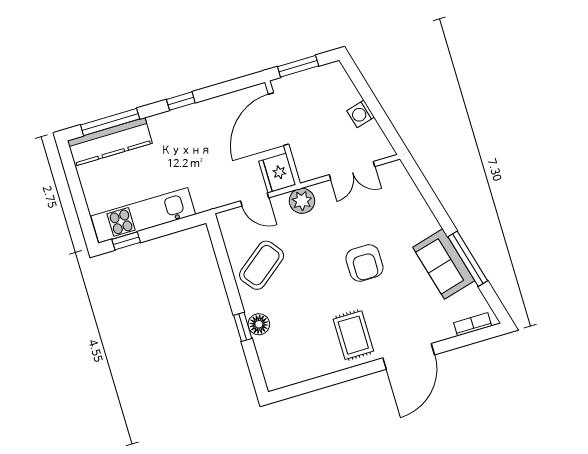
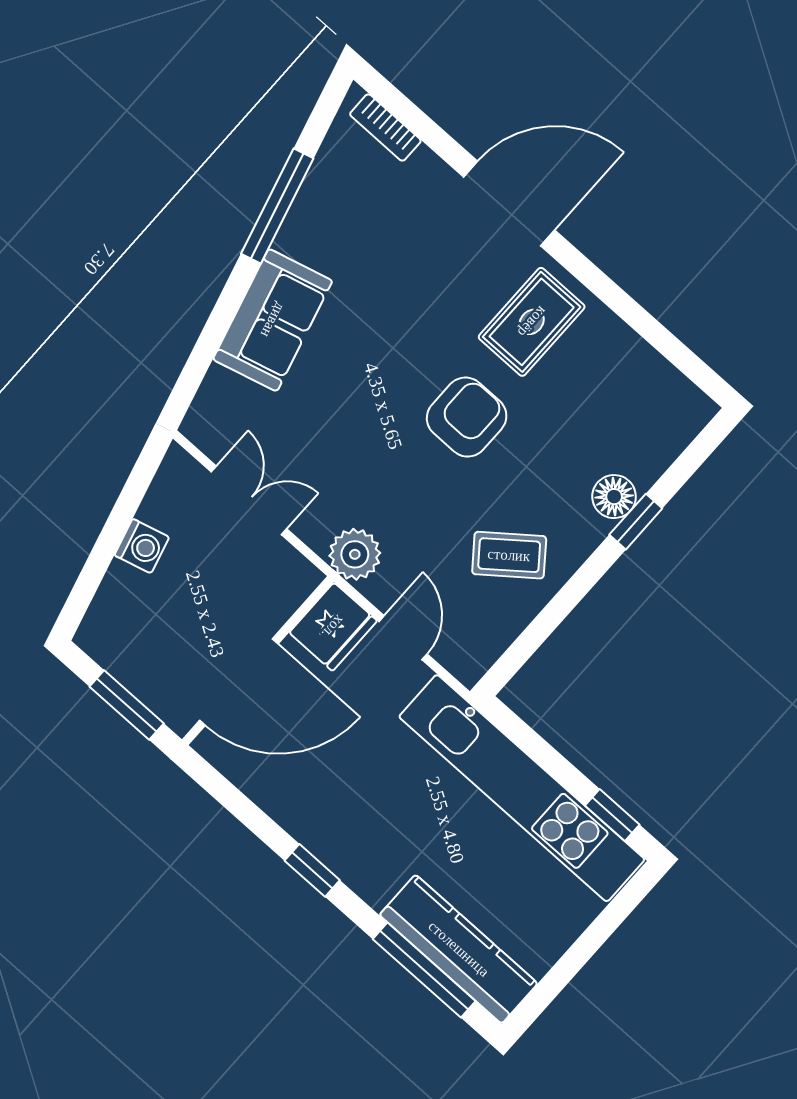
kitchen unit: (143, 215) -> (522, 788), width x1.36
armchair: (364, 263) -> (467, 417), moved
sofa: (444, 264) -> (273, 320), moved
coffee table: (262, 265) -> (509, 555), width x0.73, depth x0.77

